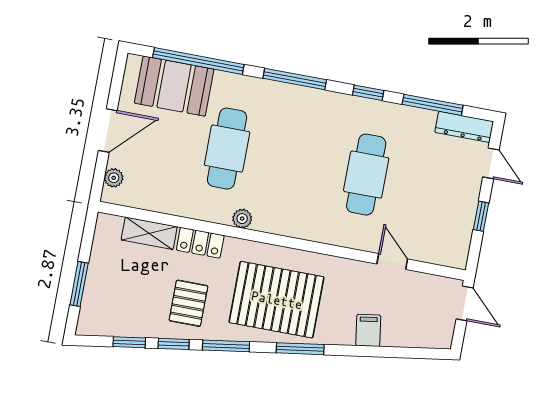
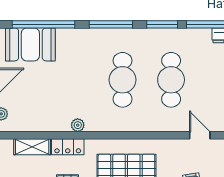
window: (368, 93) -> (162, 24), width x1.50
cafe table: (227, 149) -> (123, 80), moved
plant: (242, 219) -> (78, 125), moved

